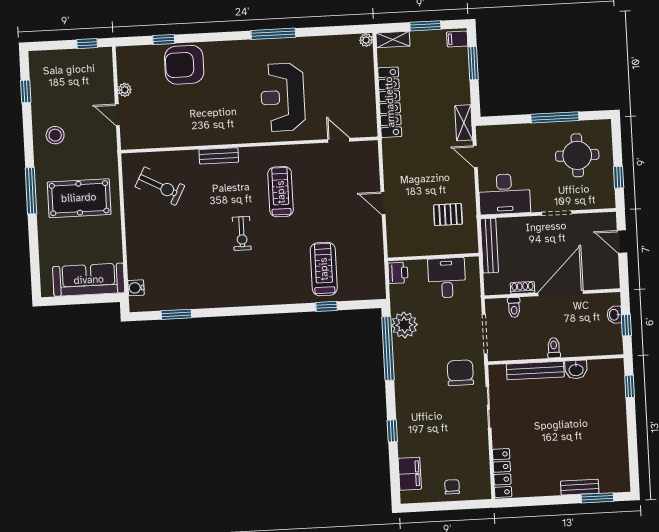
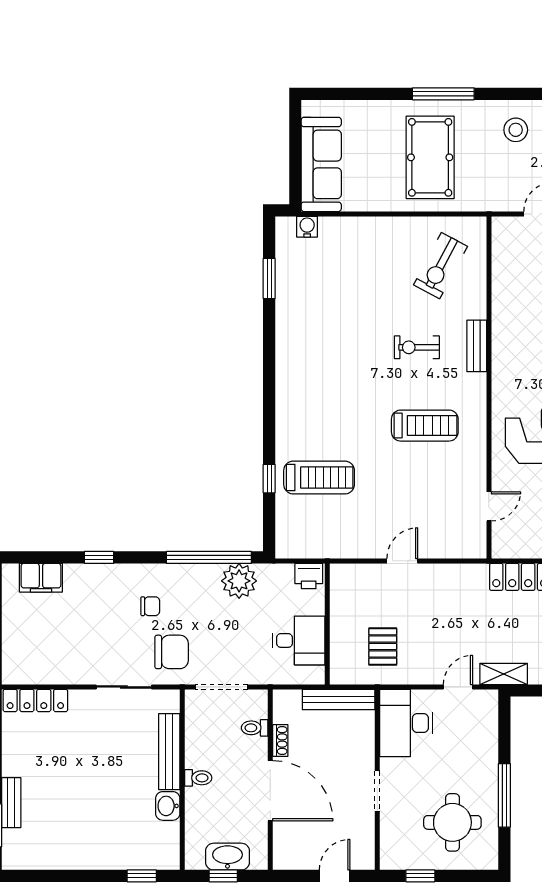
exercise bike: (242, 233) -> (417, 347), moved
washbasin: (614, 315) -> (227, 857), width x1.91, depth x1.45
chair: (452, 487) -> (150, 606), moved

